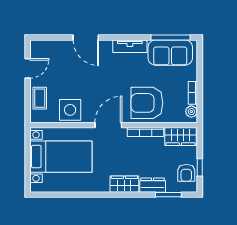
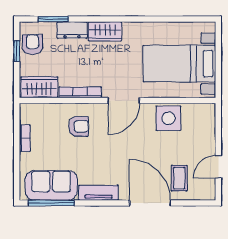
door: (86, 37) -> (150, 203), width x1.36
coffee table: (40, 98) -> (179, 178), moved
armchair: (147, 103) -> (79, 126), width x0.53, depth x0.53
plant: (191, 112) -> (26, 116), removed

